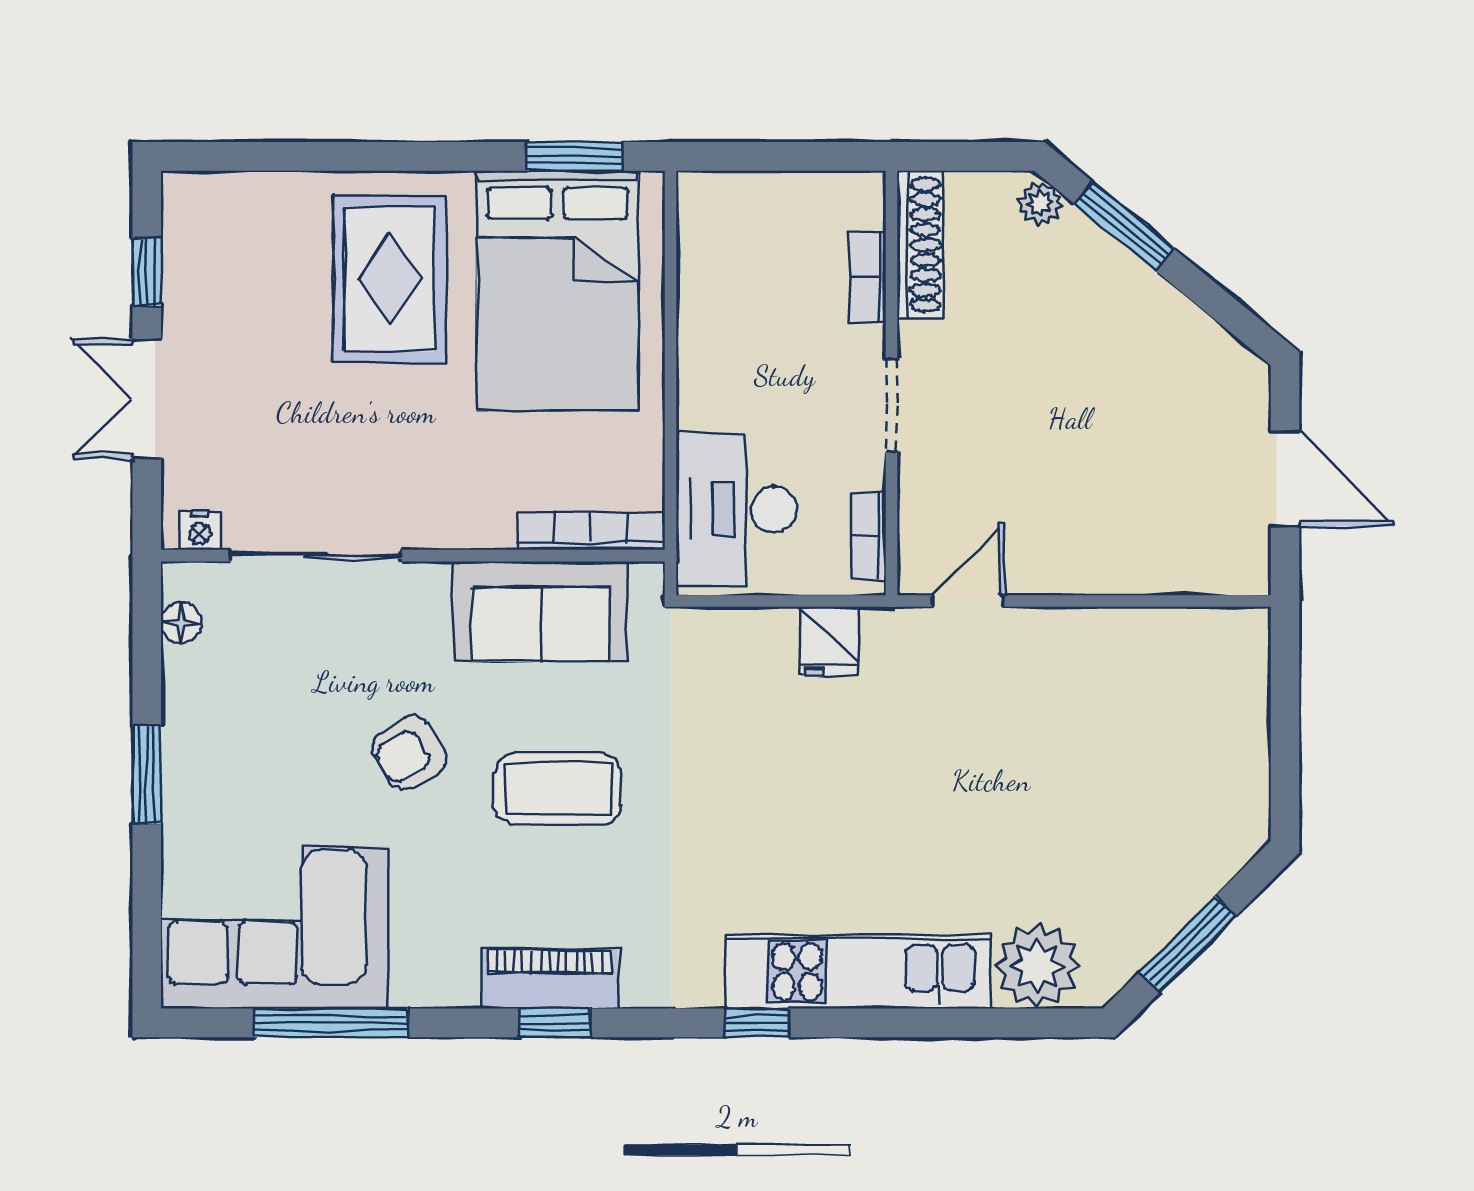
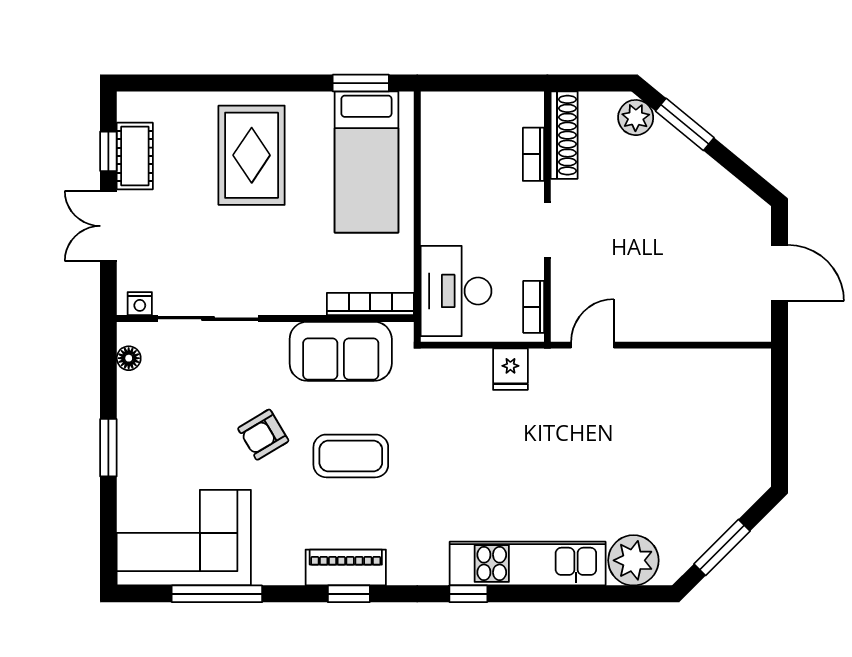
plant: (1040, 203) -> (636, 118), width x1.38, depth x1.38
cot: (192, 280) -> (135, 156), added
bed: (558, 290) -> (366, 162), width x0.67

